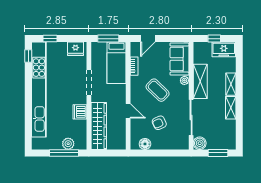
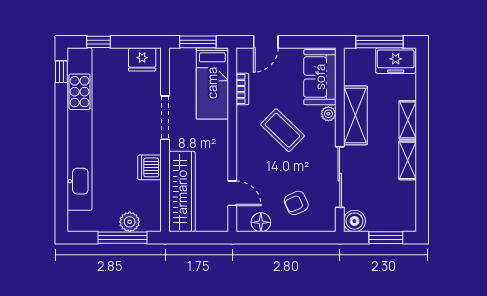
window: (214, 39) -> (380, 42), width x2.17
door: (128, 111) -> (232, 193), moved
armchair: (159, 123) -> (296, 203), moved

